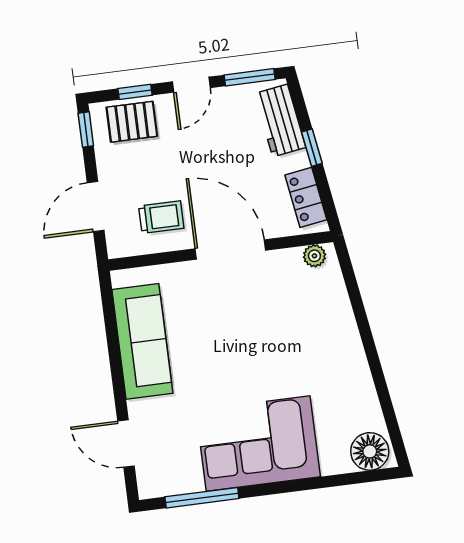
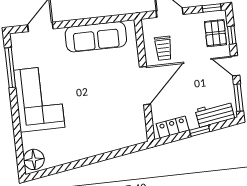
plant: (314, 256) -> (141, 131), removed

